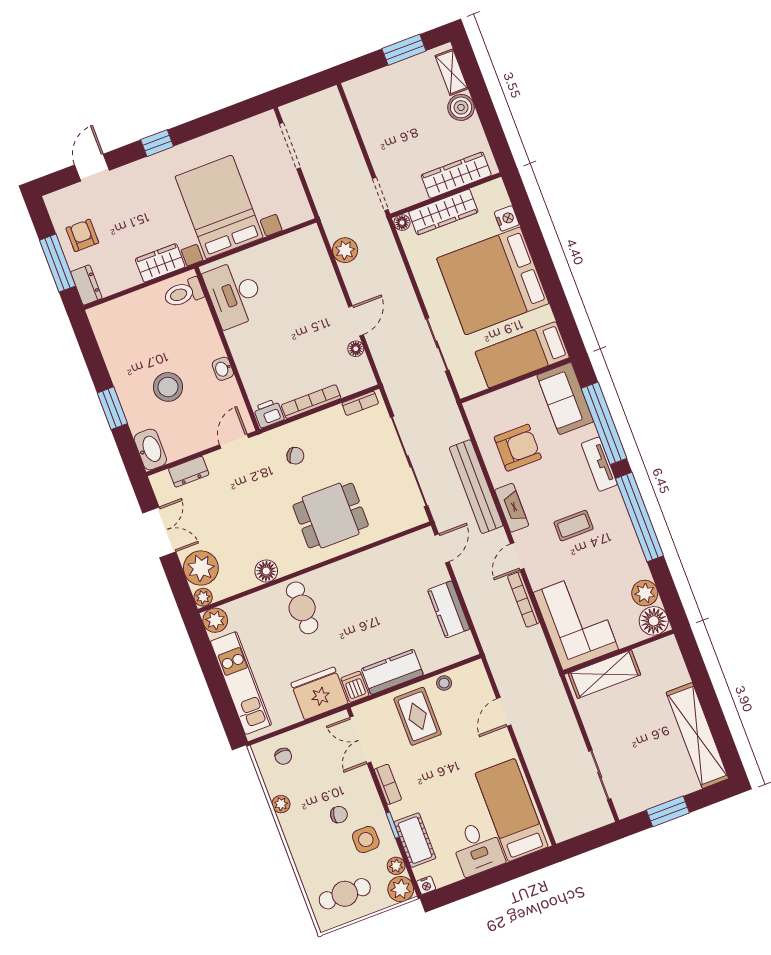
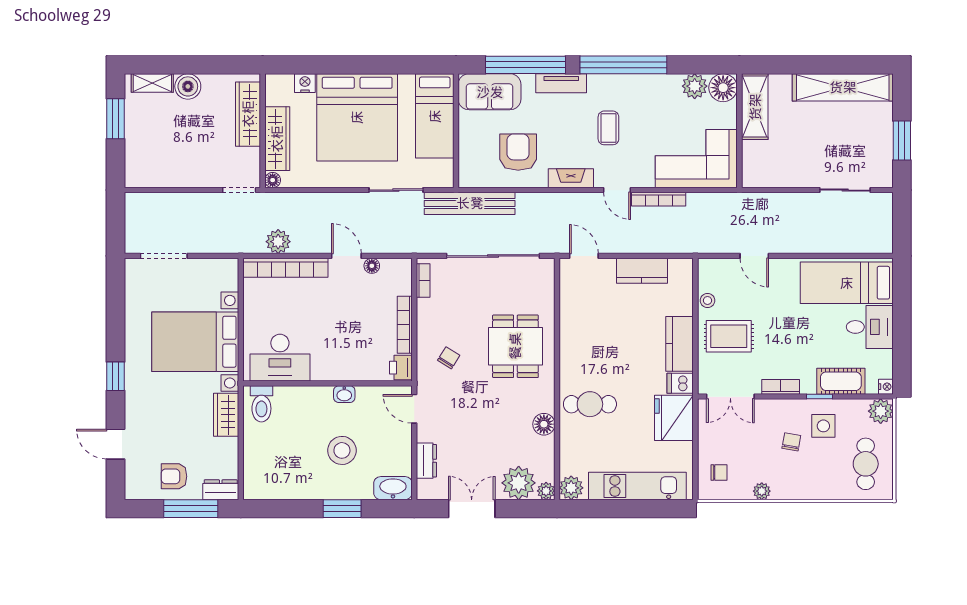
bookcase: (323, 267) -> (285, 268), added
bench: (476, 487) -> (470, 203), moved
shelving: (604, 674) -> (755, 107), moved
plant: (396, 866) -> (858, 407), removed

